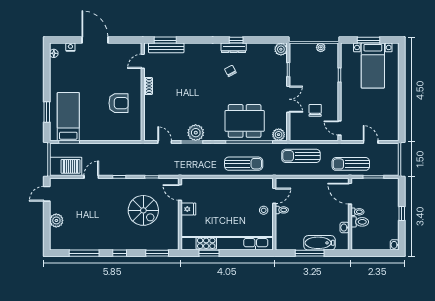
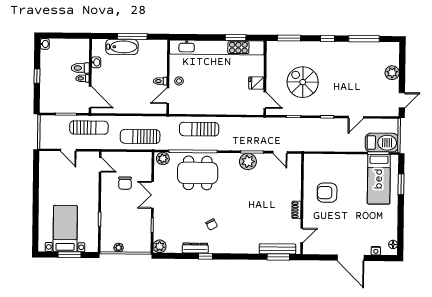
dresser: (234, 48) -> (195, 248), moved
sun lounger: (301, 156) -> (140, 137), turned 180
barbecue: (66, 166) -> (382, 143), moved, turned 180

